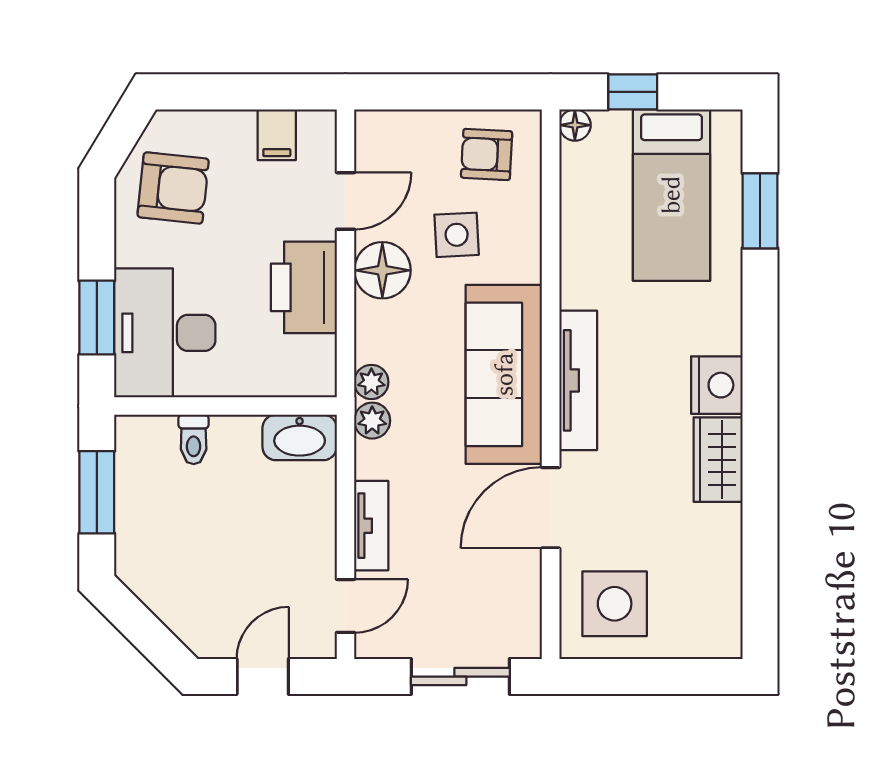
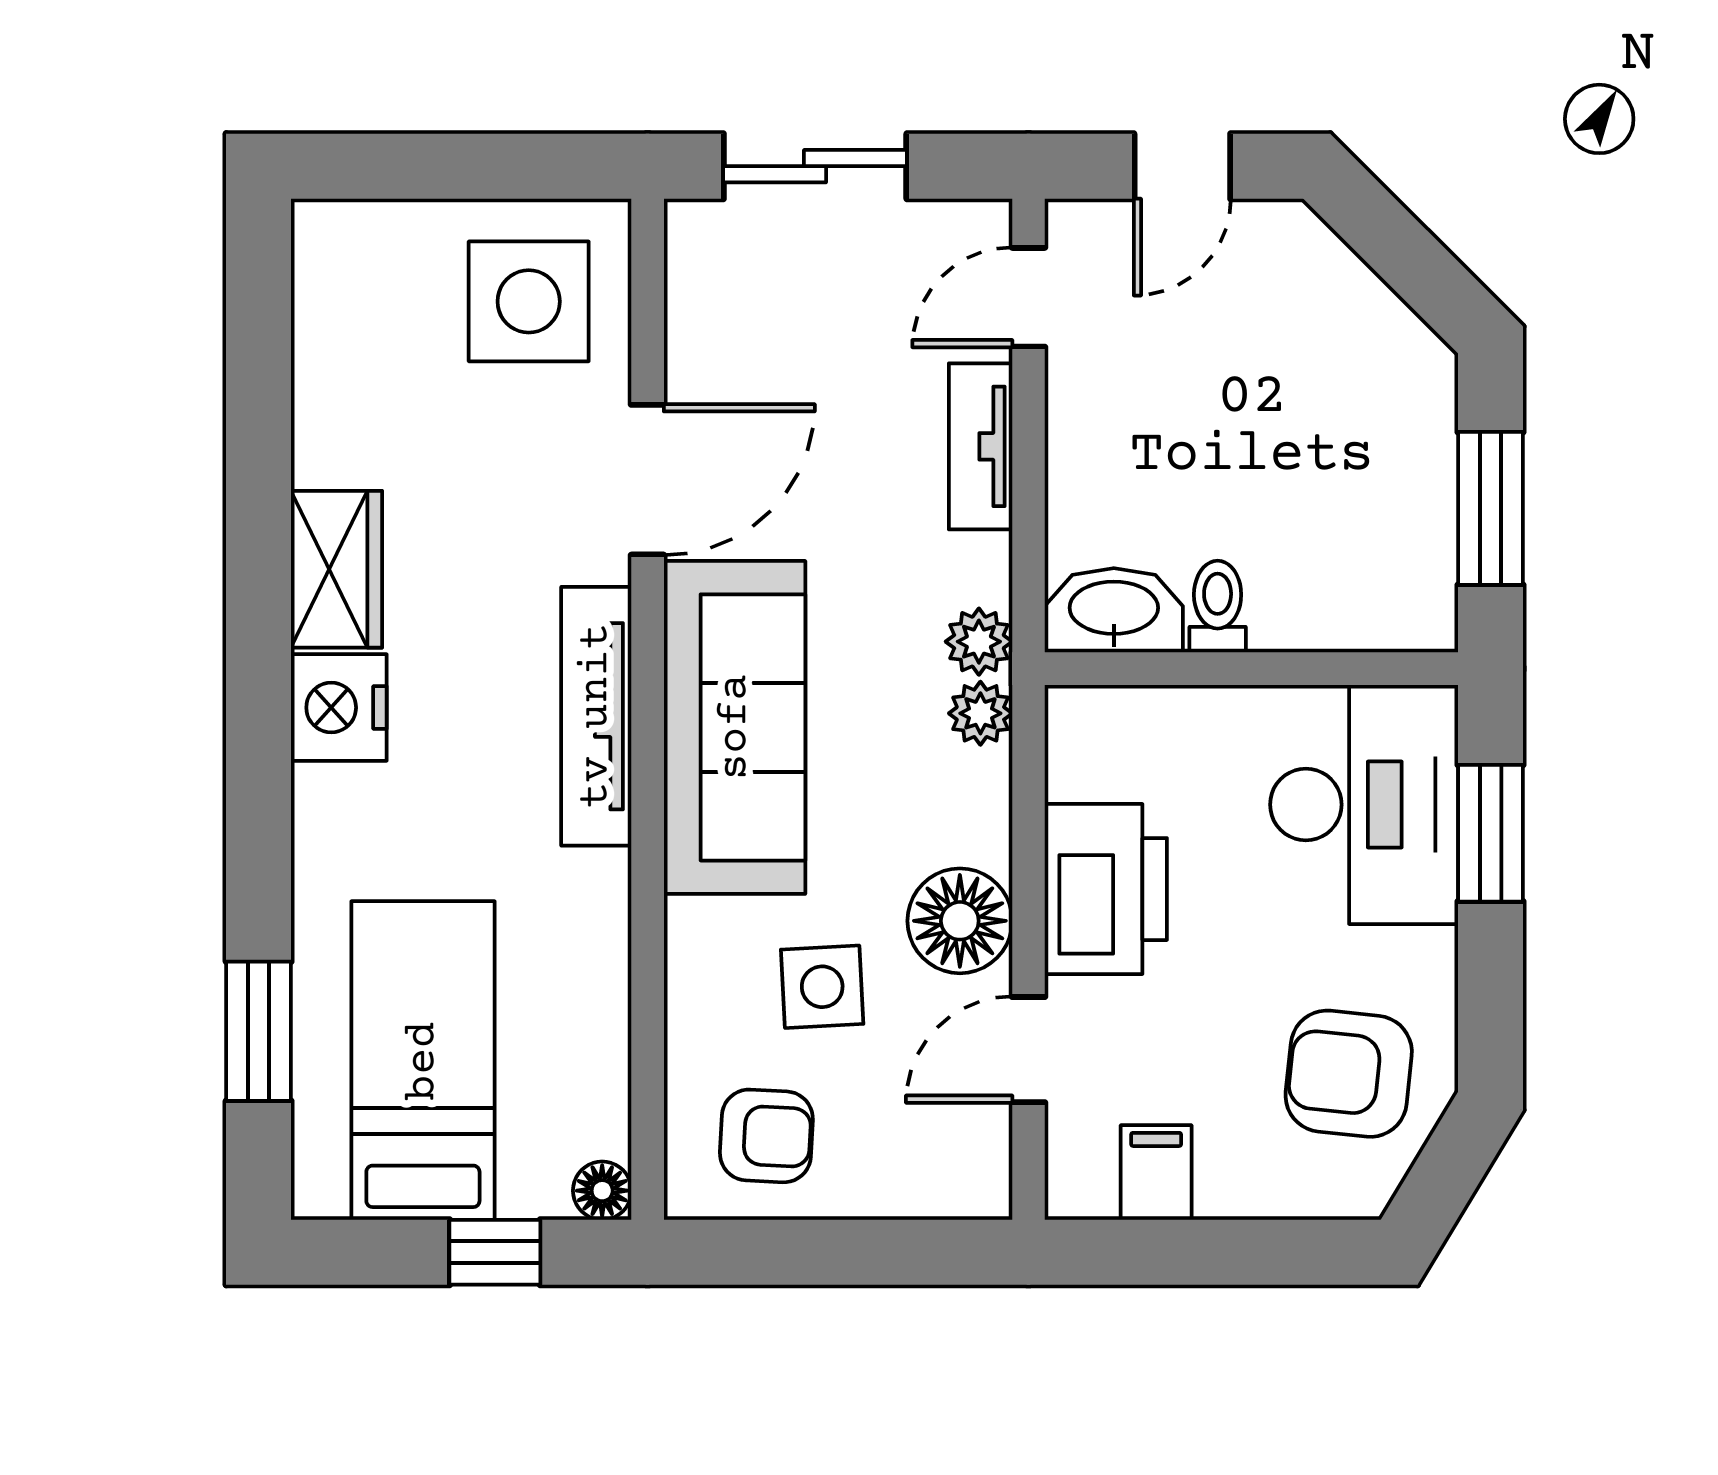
toilet: (194, 439) -> (1218, 607), moved

